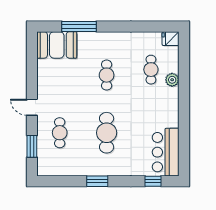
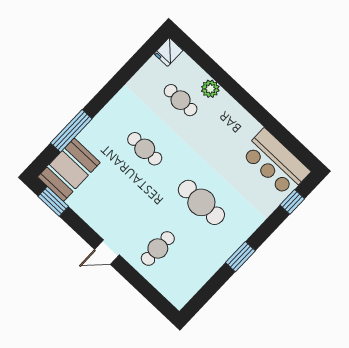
cafe table: (60, 133) -> (158, 248), turned 90
window: (32, 146) -> (53, 201), moved

